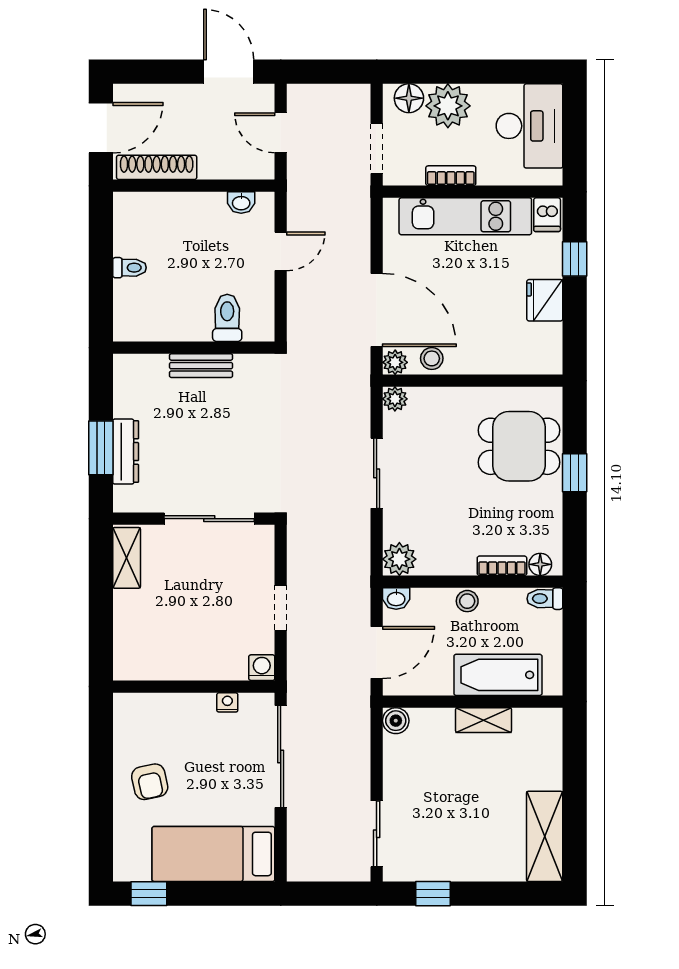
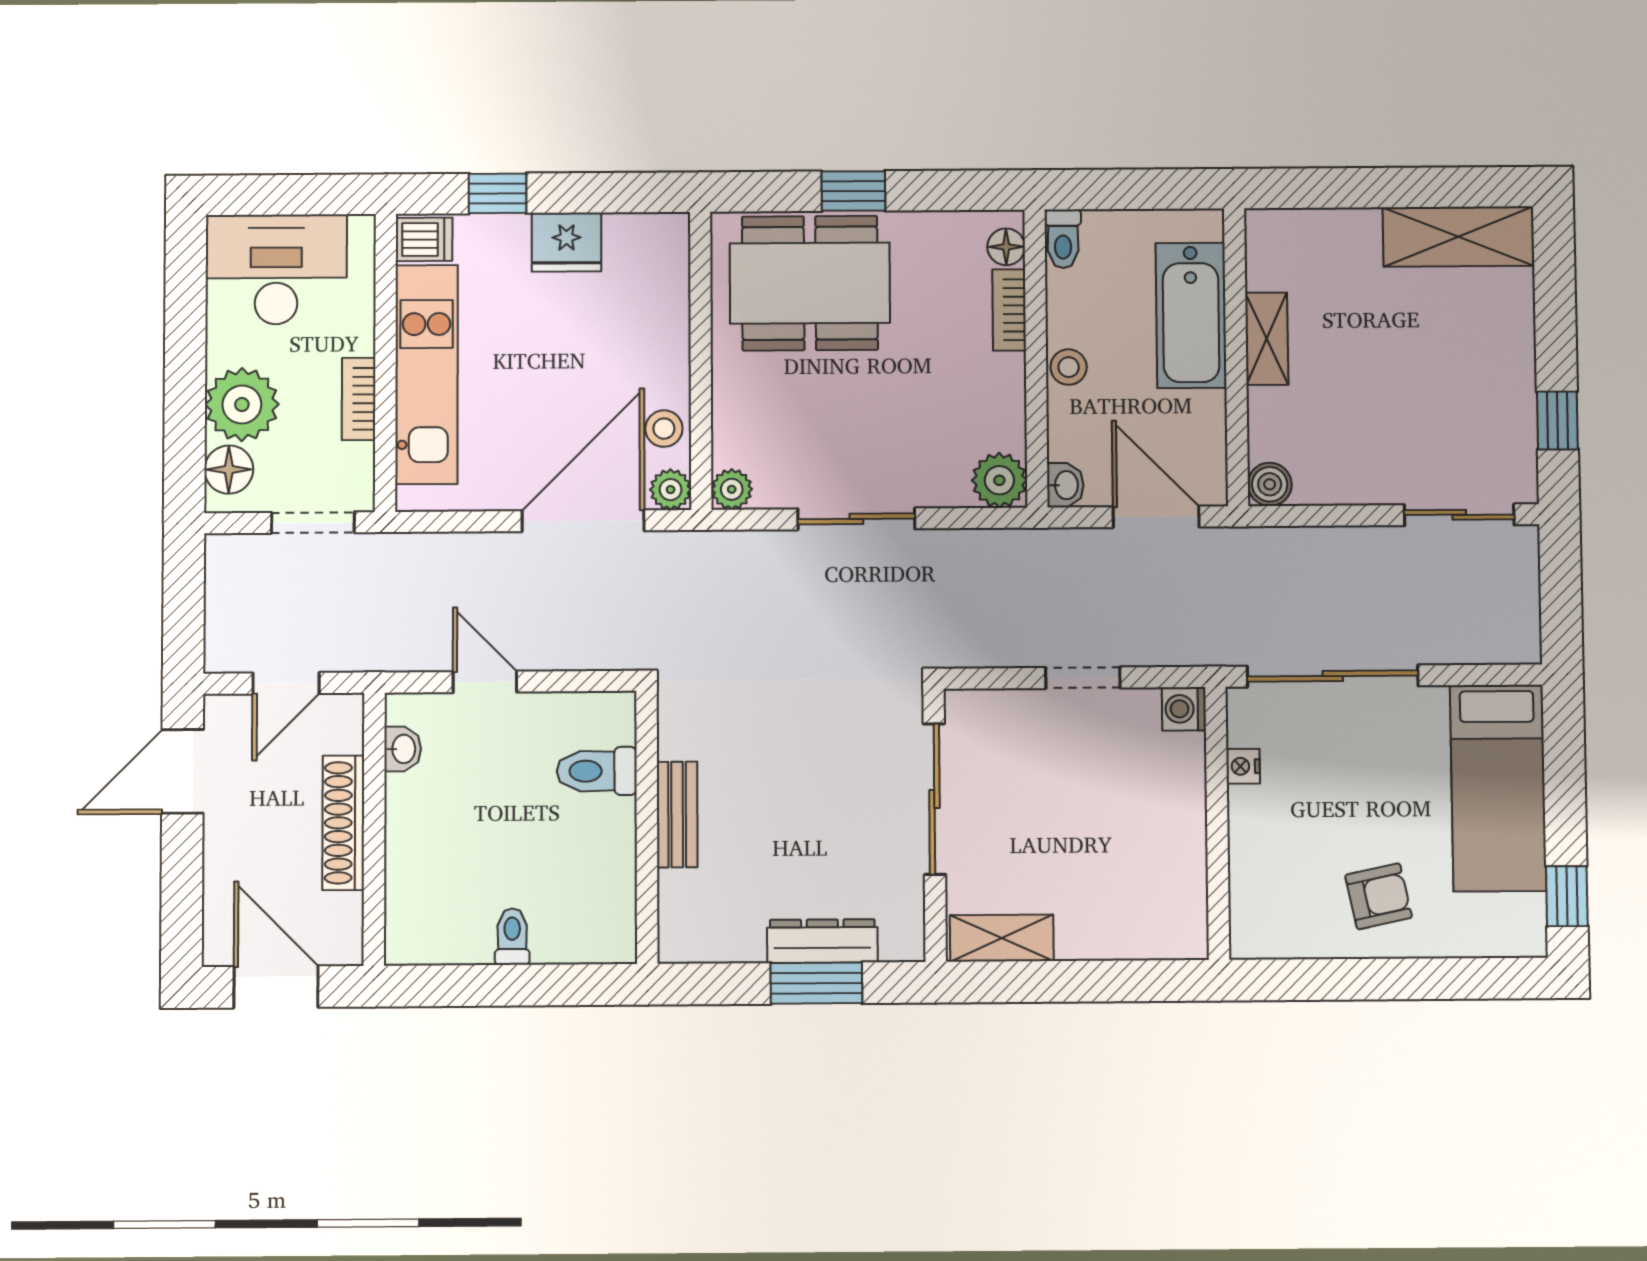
shoe rack: (157, 167) -> (343, 823), moved
dining table: (519, 446) -> (810, 283), width x1.38

